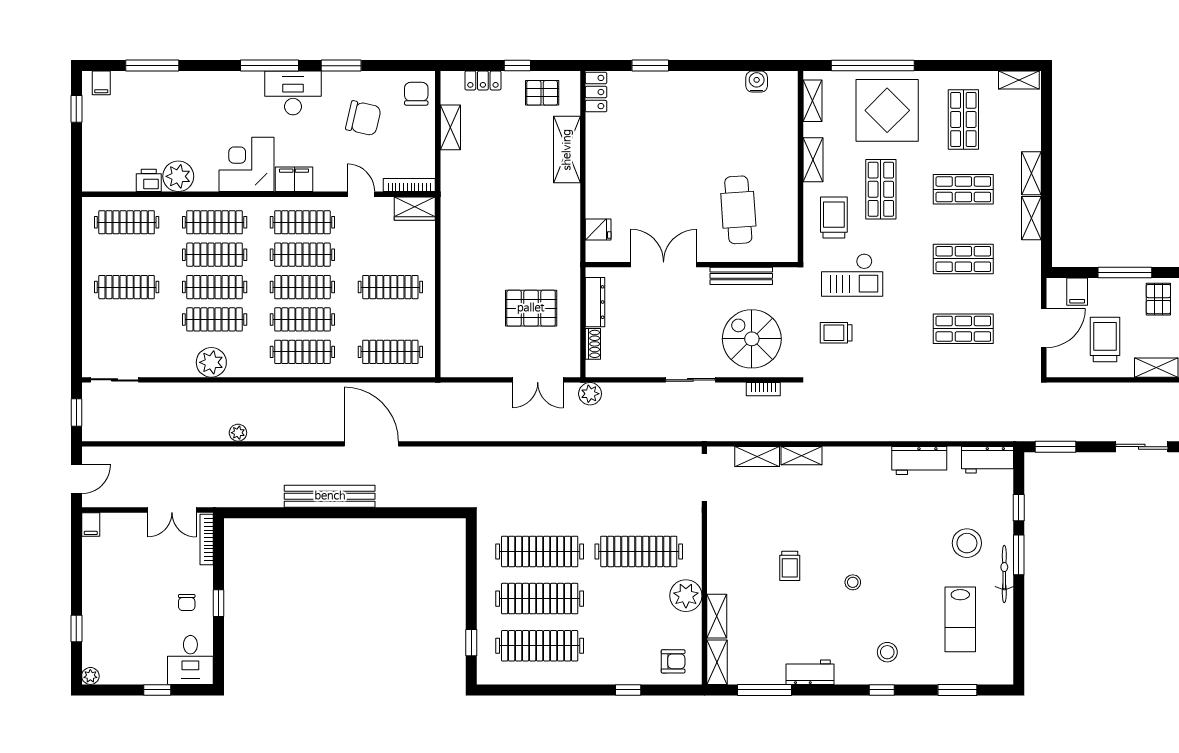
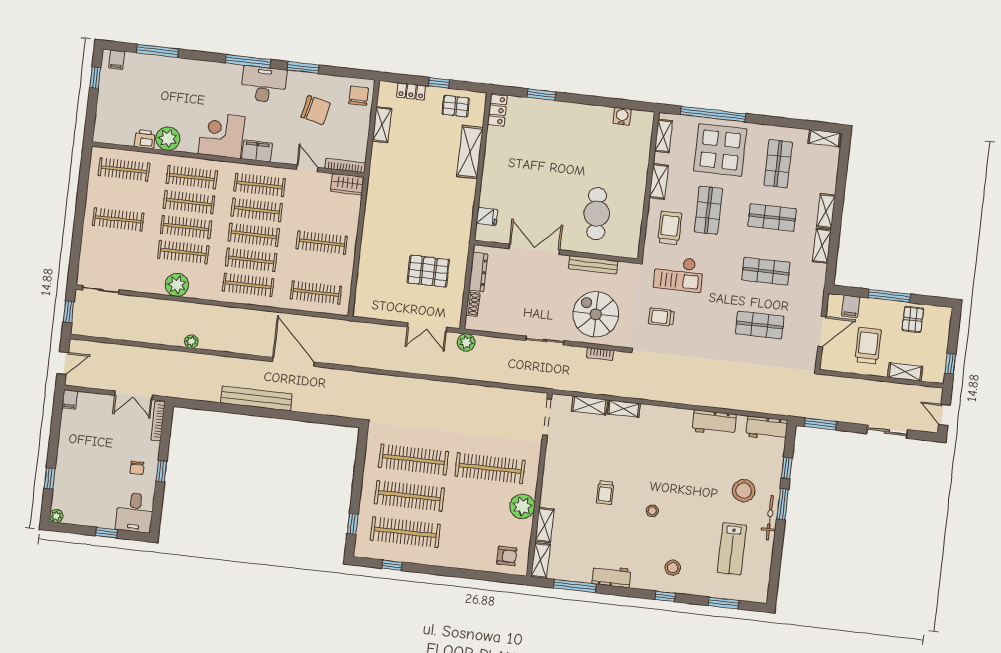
window: (628, 690) -> (392, 565), moved

